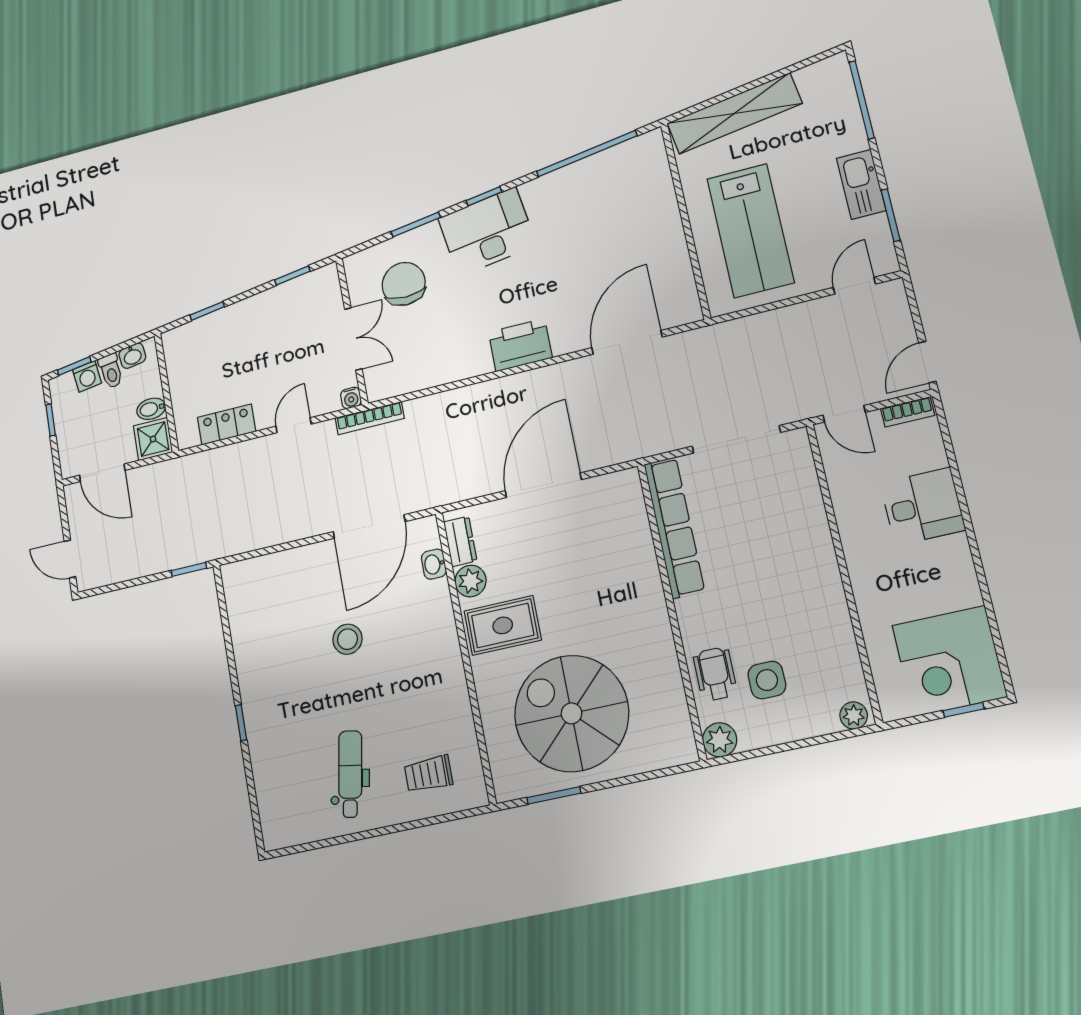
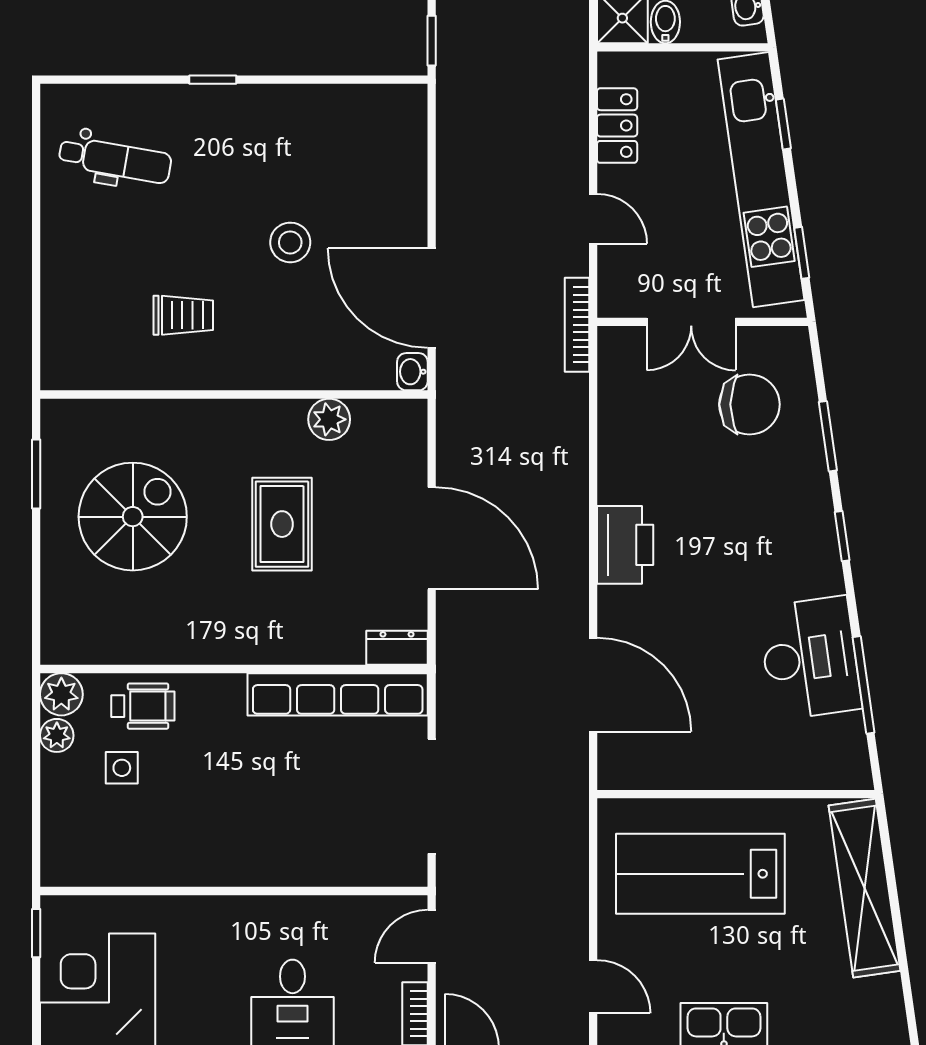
window: (587, 154) -> (863, 685), width x0.68
desk: (487, 232) -> (810, 658), moved
kitchen unit: (247, 316) -> (761, 180), added
water cooler: (351, 398) -> (611, 304), removed
dresser: (460, 541) -> (397, 648), moved, turned 180
washbasin: (434, 564) -> (412, 372), moved, turned -90
rug: (503, 625) -> (282, 524), moved
side table: (767, 680) -> (122, 768), width x0.73, depth x0.73
window: (964, 710) -> (36, 933), moved
spiral stairs: (571, 713) -> (133, 517), width x0.73, depth x0.73
plant: (854, 715) -> (57, 735), moved
dental chair: (350, 774) -> (115, 160), moved
trolley: (428, 774) -> (183, 315), moved, turned 90

